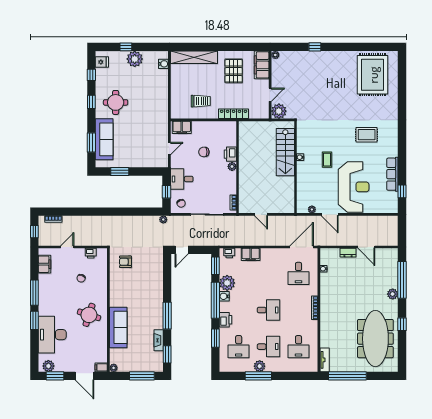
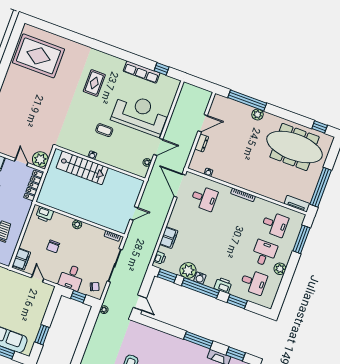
locker: (234, 114) -> (34, 186), moved
printer: (230, 154) -> (45, 214), moved
desk: (269, 310) -> (229, 240), removed
window: (402, 324) -> (320, 127), moved
window: (258, 376) -> (301, 239), moved

